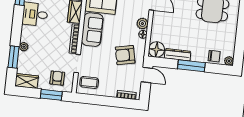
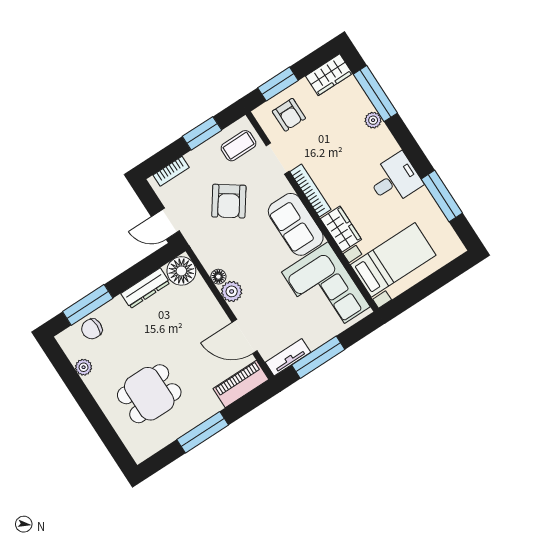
armchair: (125, 55) -> (229, 201), moved, turned 137
window: (14, 57) -> (375, 94), width x1.44
plant: (229, 61) -> (84, 367), moved
window: (191, 66) -> (88, 305), moved
window: (100, 100) -> (202, 133), added

